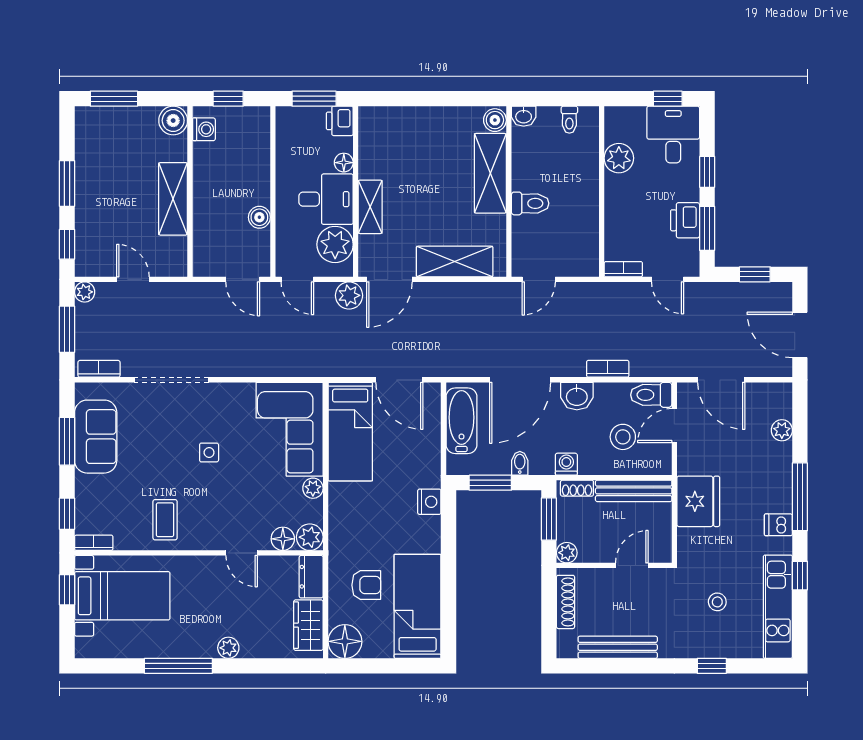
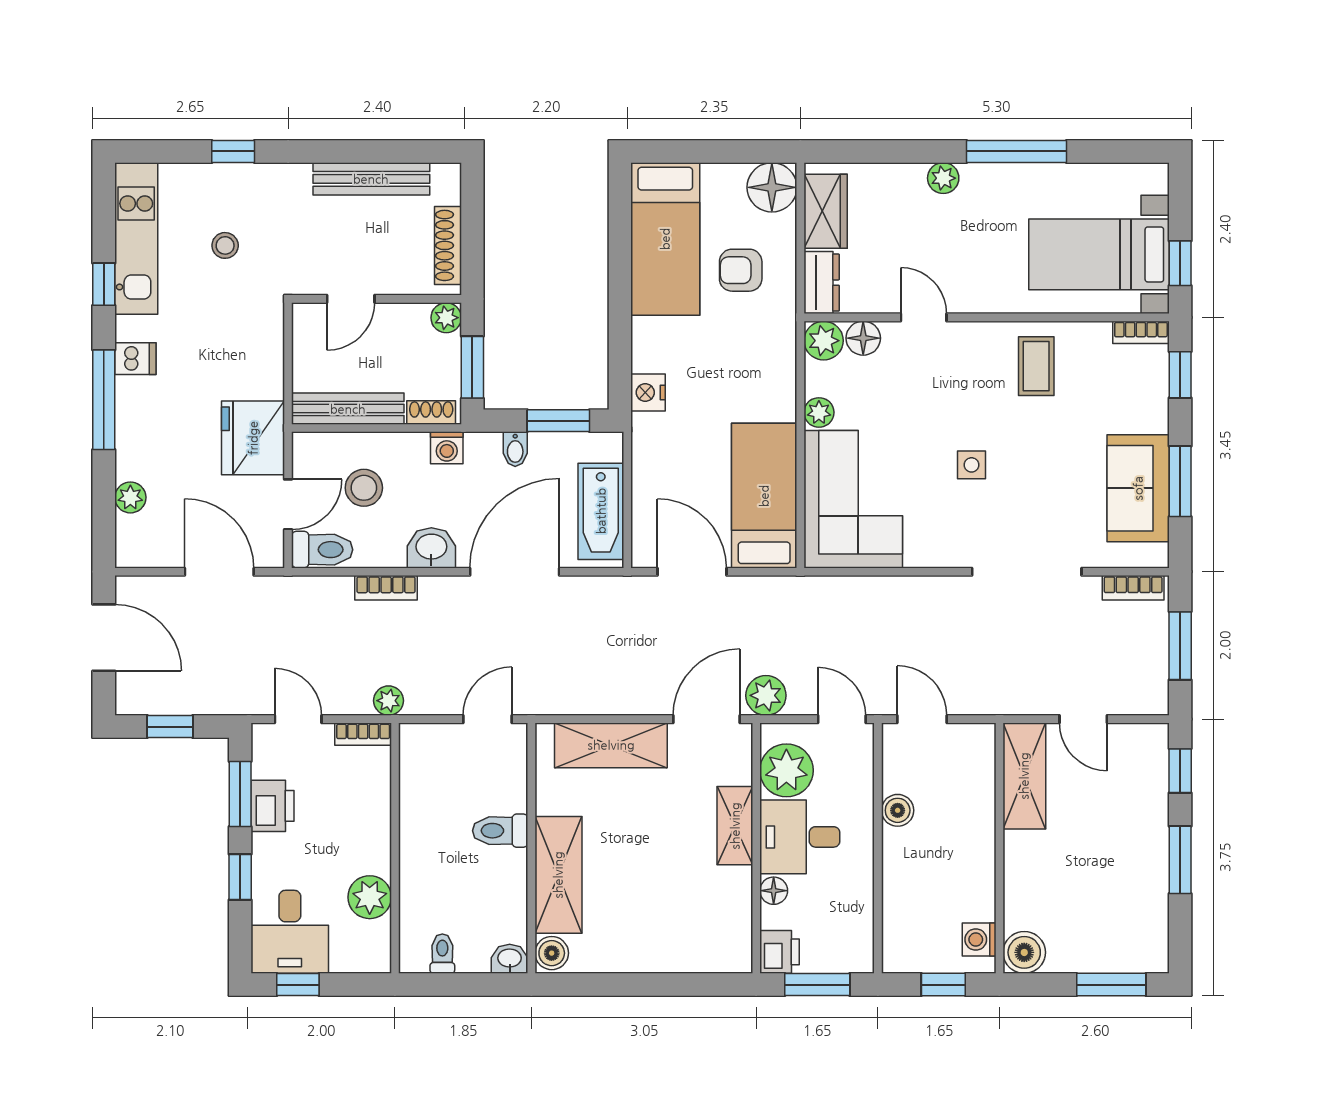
shelving: (173, 199) -> (1024, 776), moved
plant: (85, 292) -> (389, 701), moved
fridge: (698, 501) -> (253, 438), moved

